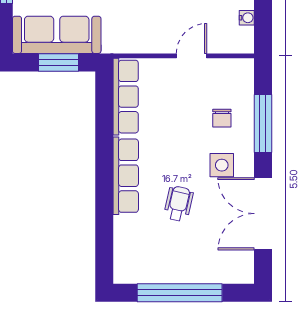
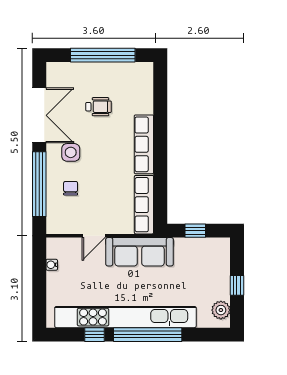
sofa: (57, 35) -> (140, 252), moved
window: (58, 62) -> (195, 231), width x0.67
window: (263, 124) -> (39, 184), width x1.46
wheelchair: (179, 204) -> (98, 107), moved, turned -103

